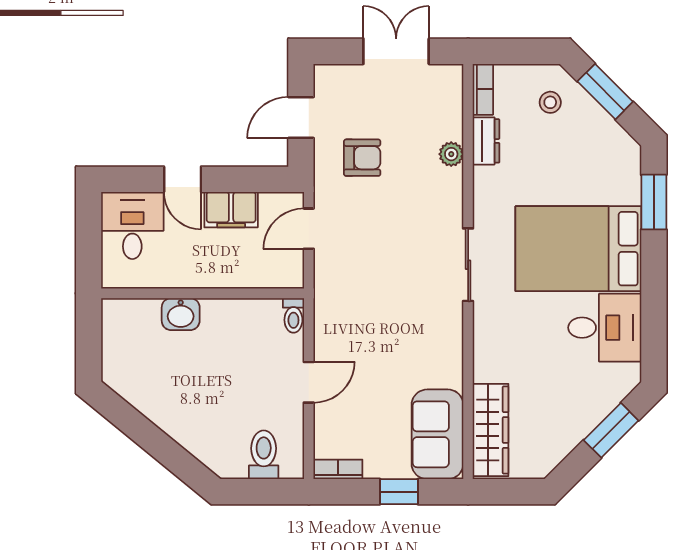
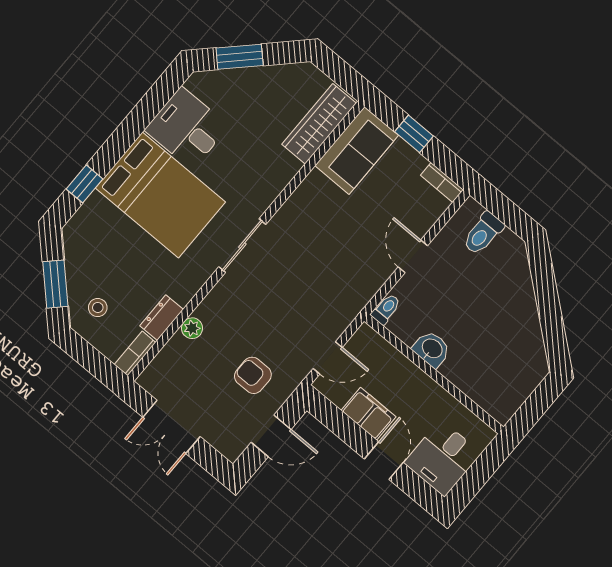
window: (654, 202) -> (85, 184), width x0.67
washbasin: (181, 314) -> (432, 349), moved
door: (309, 382) -> (413, 256), hinge flipped

